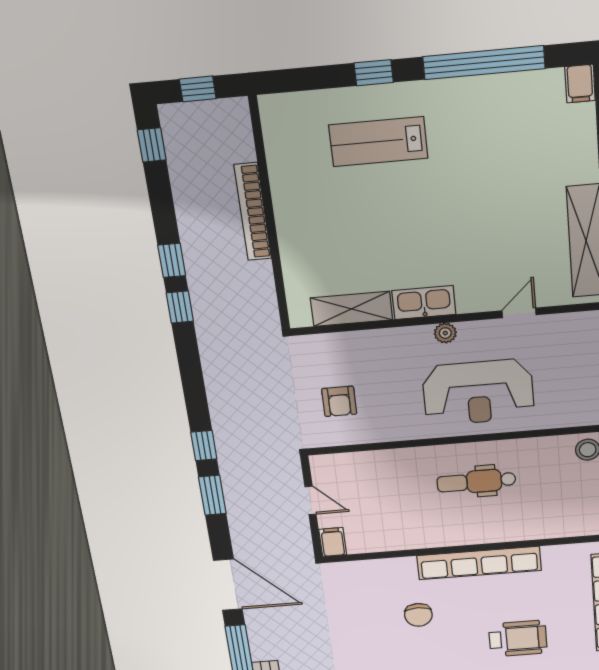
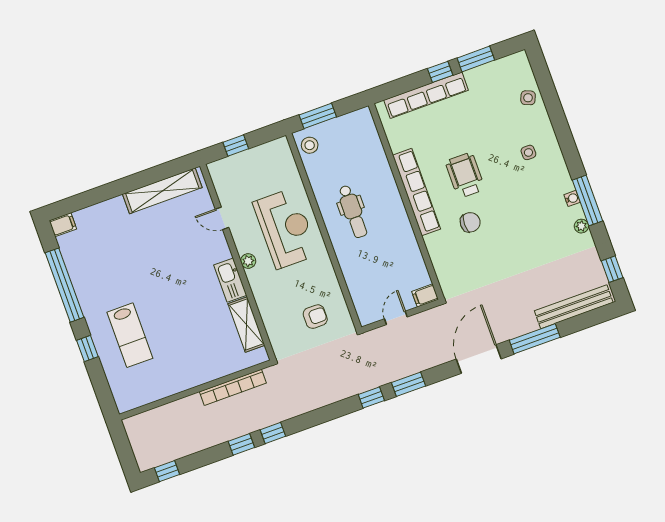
window: (198, 89) -> (124, 450), removed
bookcase: (253, 212) -> (233, 387), moved
wheelchair: (518, 639) -> (465, 175), moved

